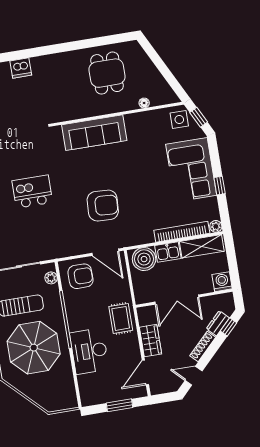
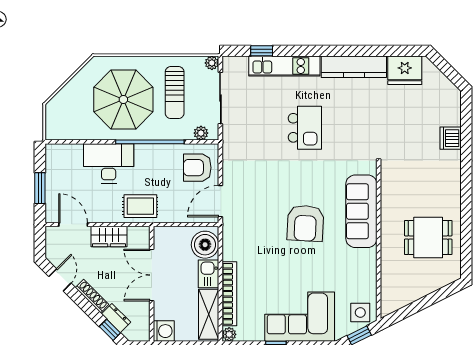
floor lamp: (144, 103) -> (386, 275), removed
armchair: (103, 206) -> (305, 223), moved
armchair: (80, 276) -> (197, 168), turned 90

